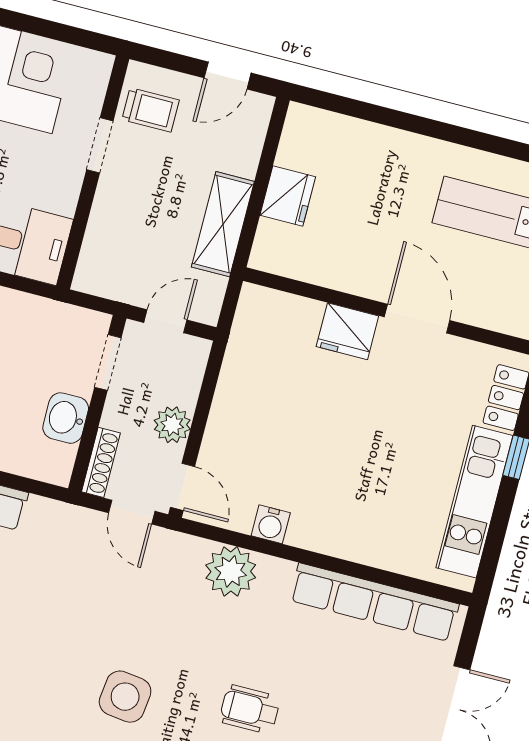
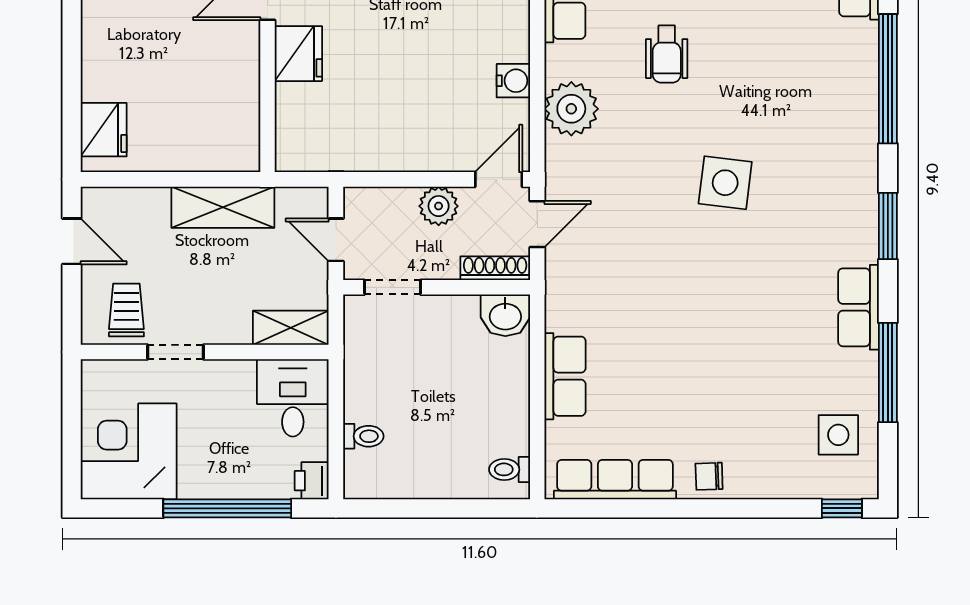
fridge: (288, 196) -> (104, 130), moved, turned 90
shelving: (95, 258) -> (291, 328), added
washbasin: (66, 418) -> (505, 315), moved
wheelchair: (250, 709) -> (667, 54), moved

